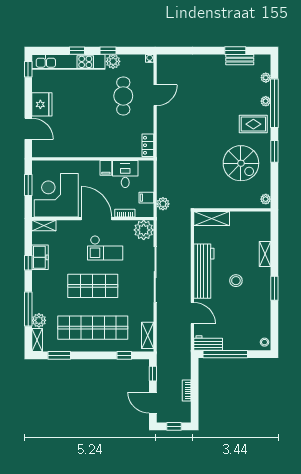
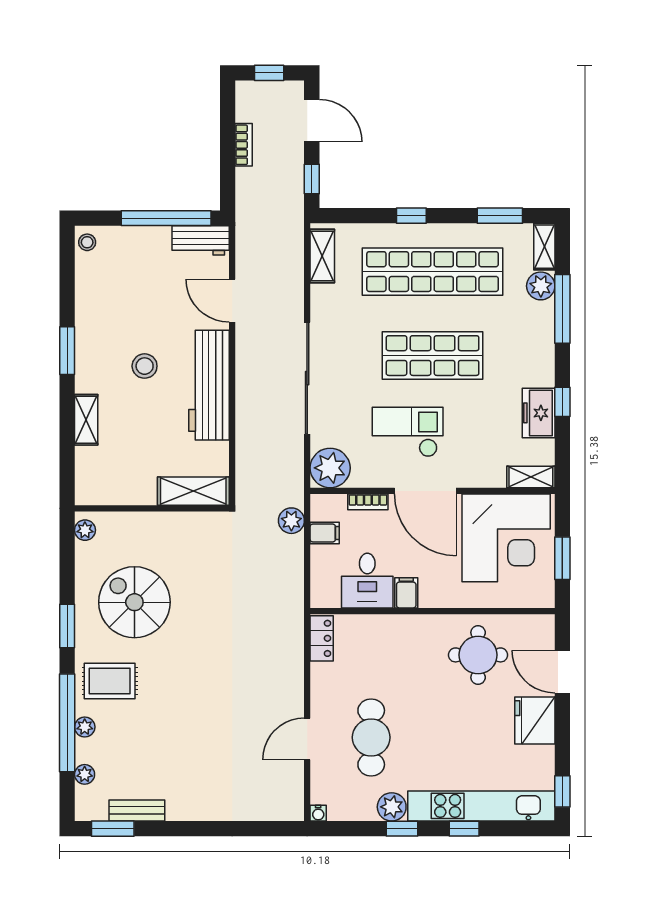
window: (235, 51) -> (113, 829), moved
round table: (70, 137) -> (478, 655), added
window: (124, 355) -> (411, 216), moved

